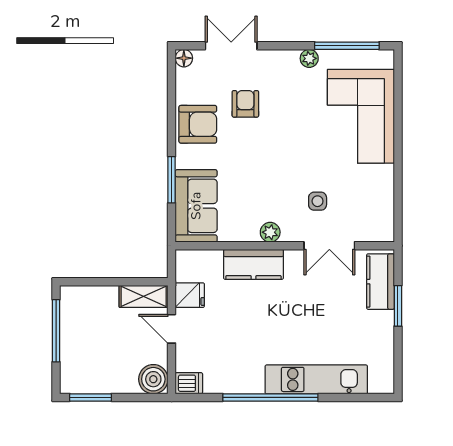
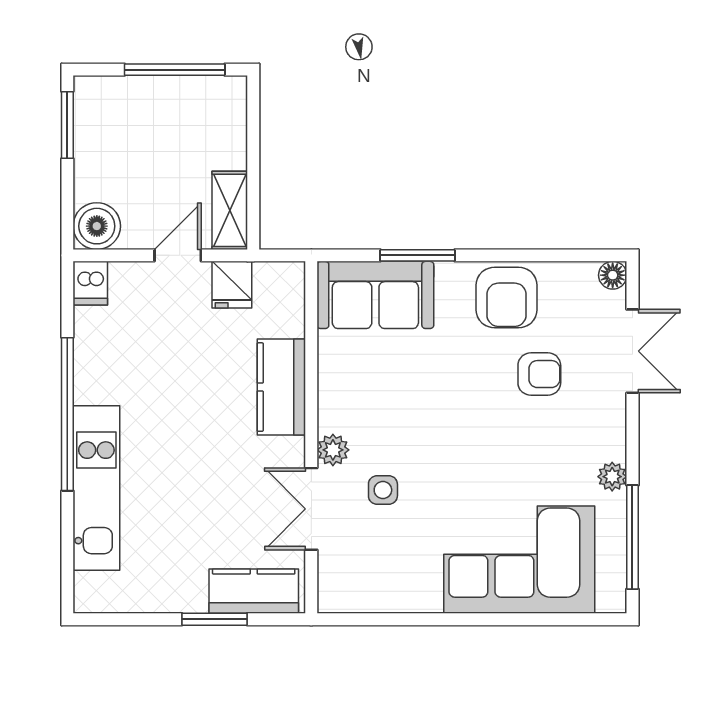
plant: (270, 232) -> (333, 450), moved

